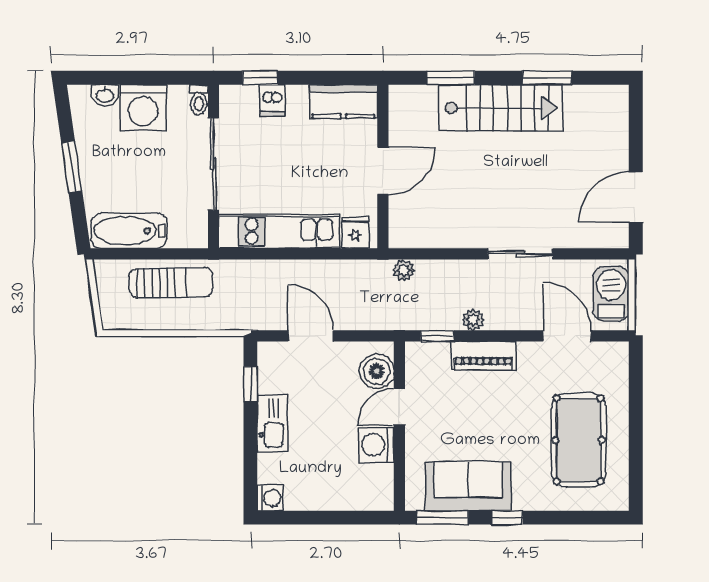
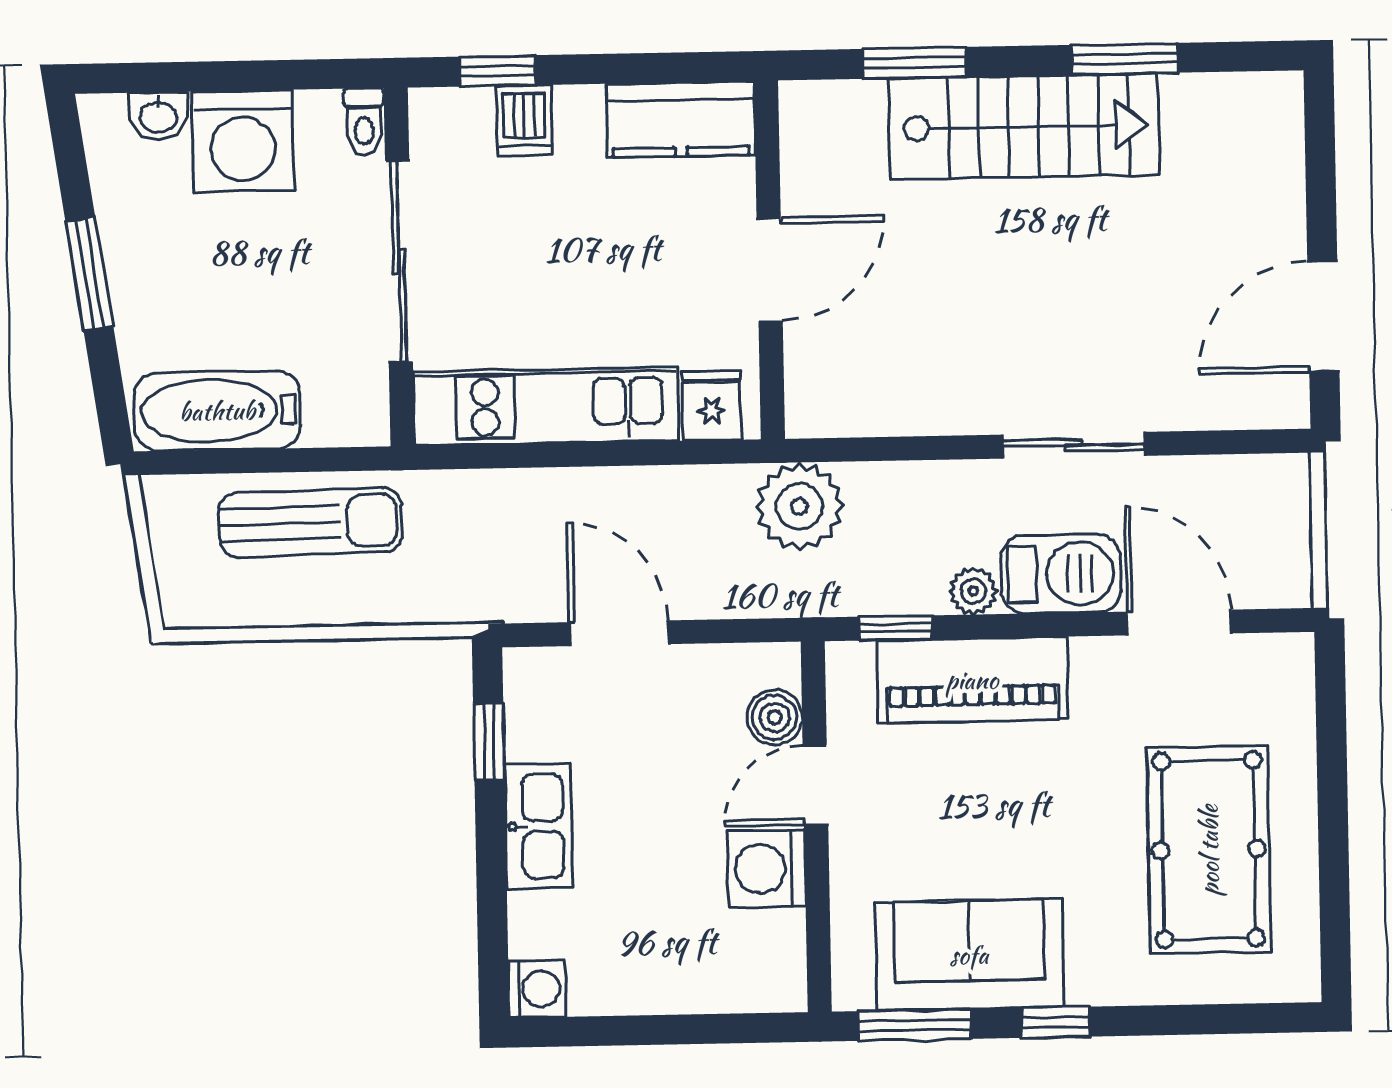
plant: (404, 270) -> (799, 506), width x1.88, depth x1.88
barbecue: (611, 294) -> (1061, 574), moved, turned 90
piano: (484, 356) -> (972, 680), width x1.37, depth x1.33
boiler: (377, 371) -> (775, 717), width x0.73, depth x0.73

